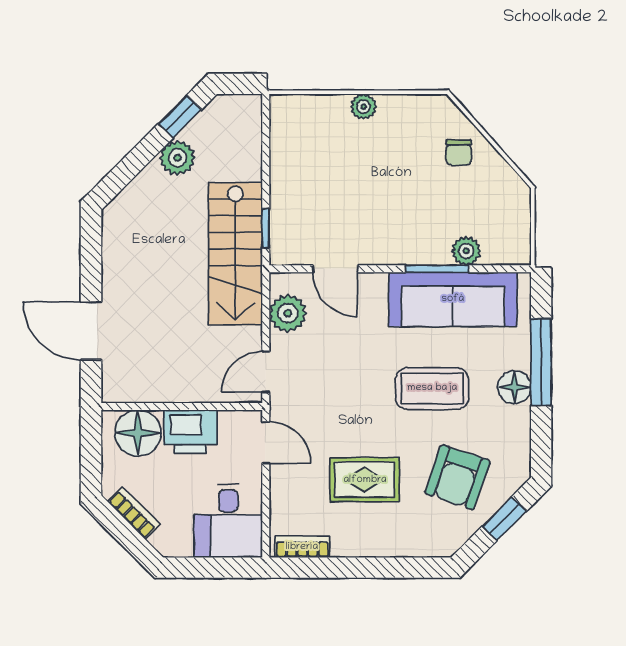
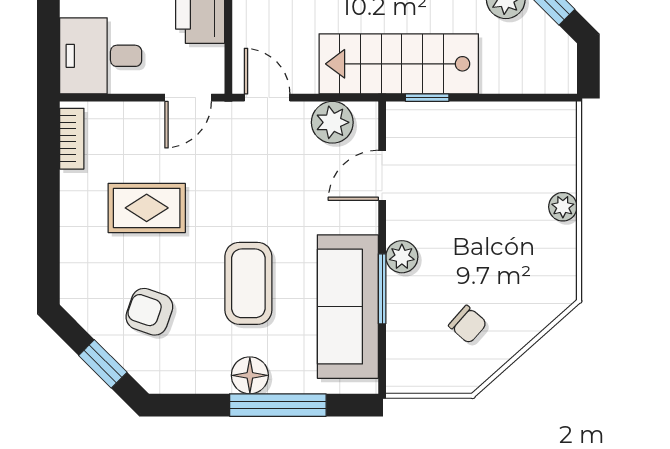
chair: (459, 153) -> (468, 324), moved, turned -139
plant: (466, 251) -> (402, 257), moved
armchair: (458, 477) -> (149, 312), width x0.72, depth x0.72
rug: (365, 480) -> (147, 208), turned 90

